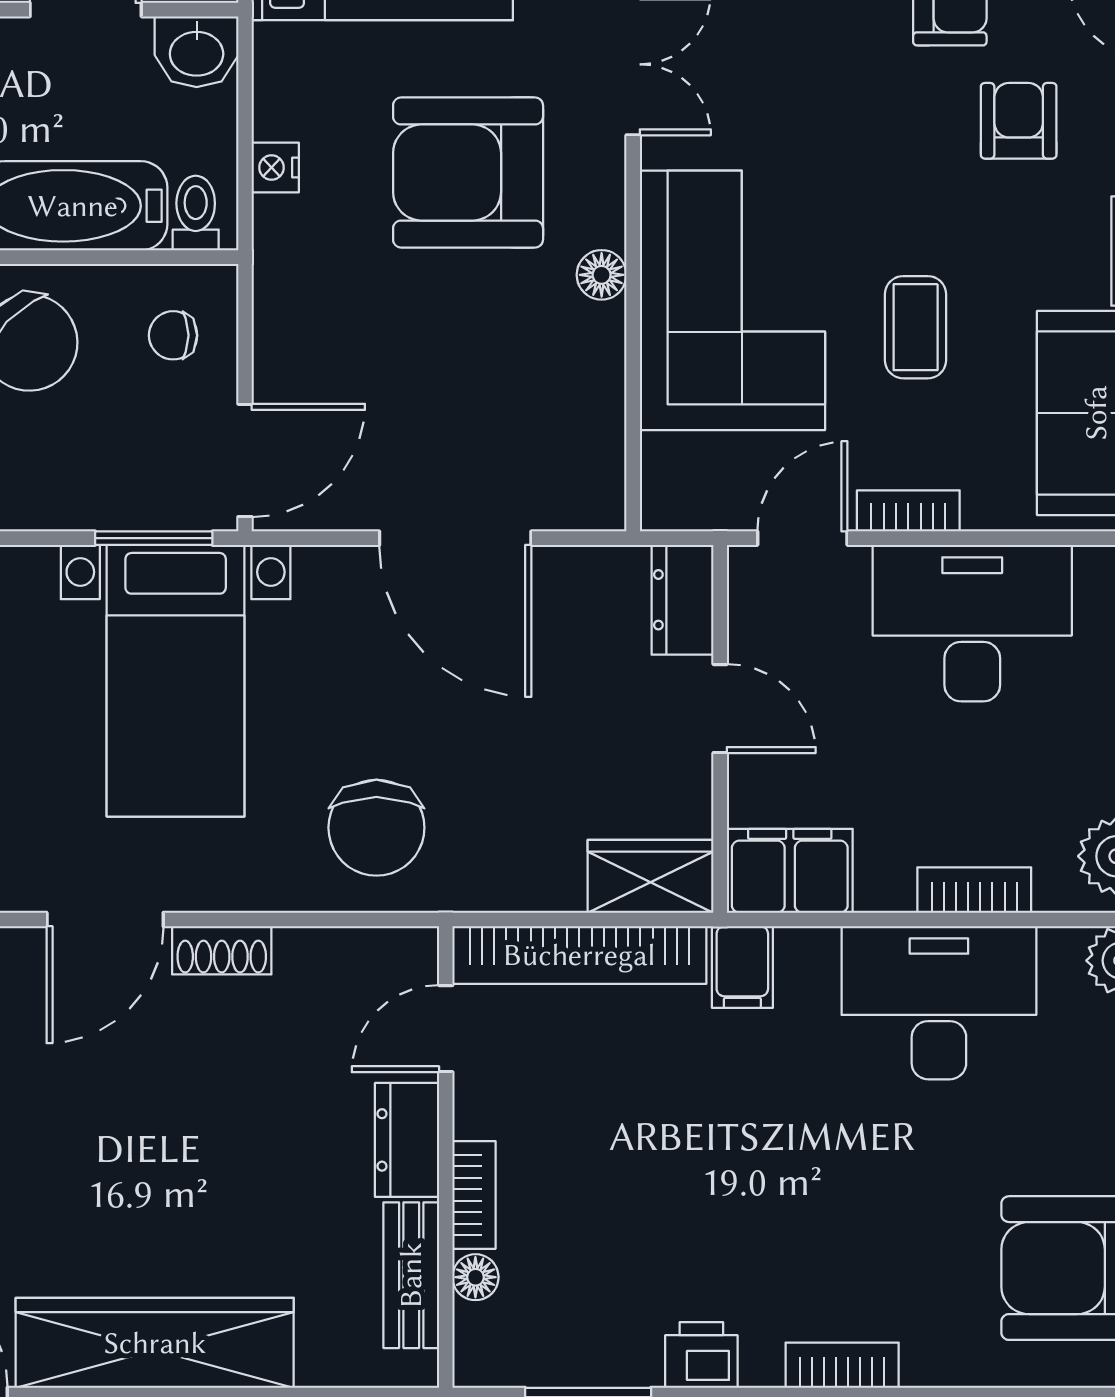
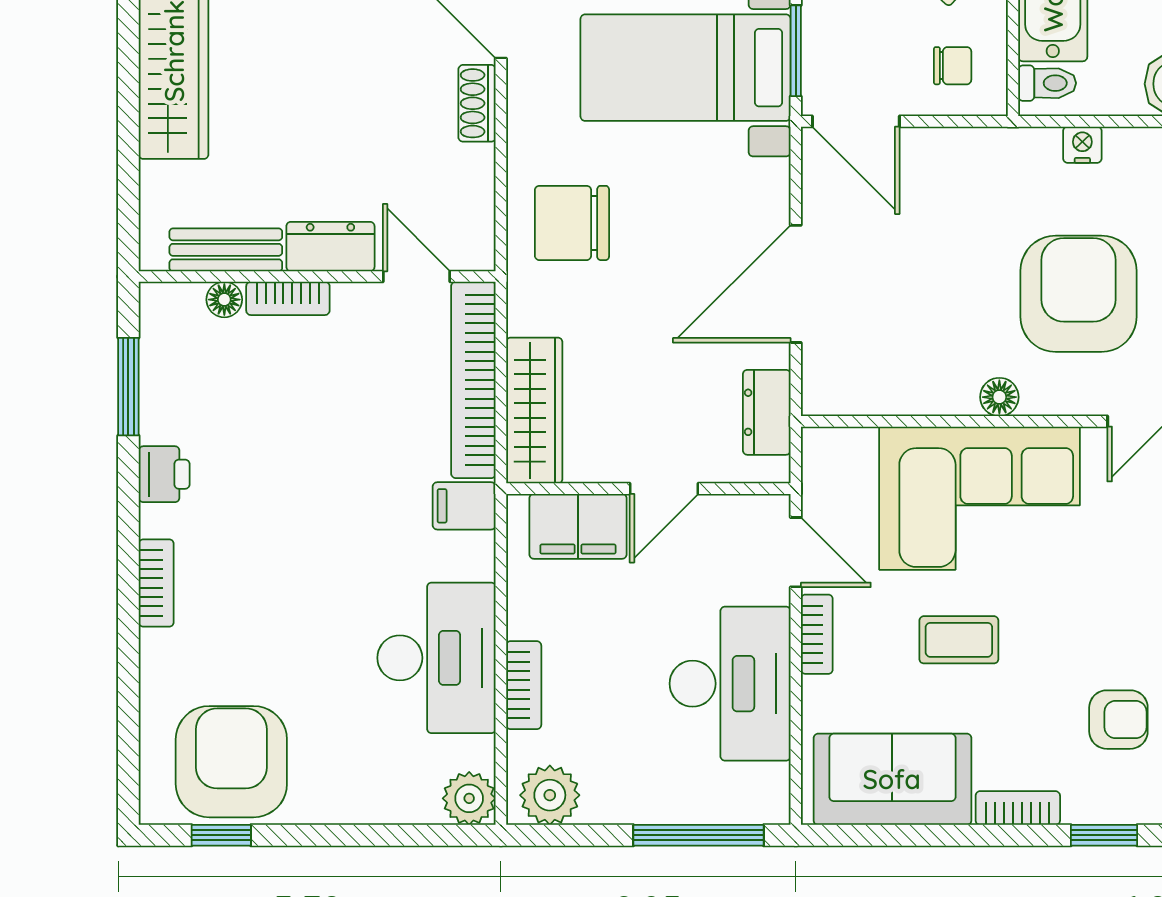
chair: (173, 335) -> (953, 66), turned 90
dresser: (682, 600) -> (767, 412), moved, turned -90
filing cabinet: (790, 871) -> (578, 526), moved, turned 90
wardrobe: (651, 876) -> (534, 411), width x1.50

